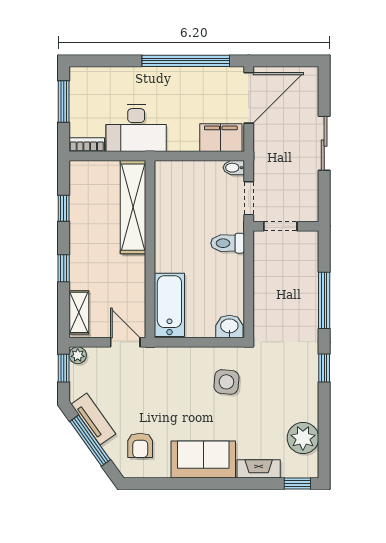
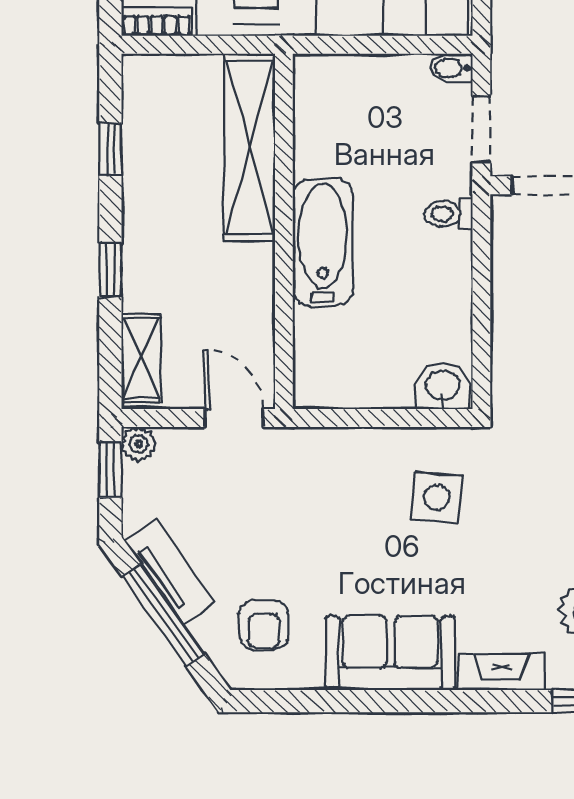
toilet: (228, 243) -> (449, 214), width x0.73, depth x0.72
bathtub: (169, 305) -> (323, 242), moved

